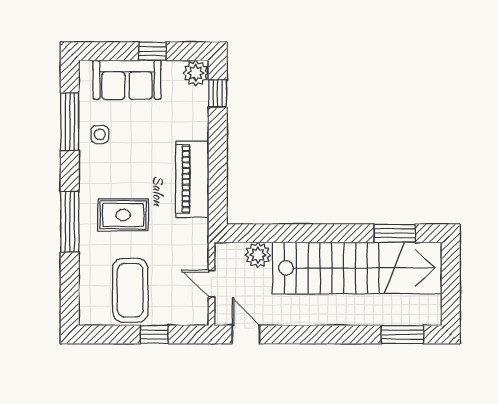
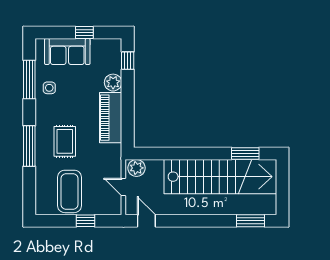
plant: (196, 73) -> (113, 83), moved
rug: (123, 215) -> (65, 141), turned 90
plant: (258, 255) -> (137, 168), moved

